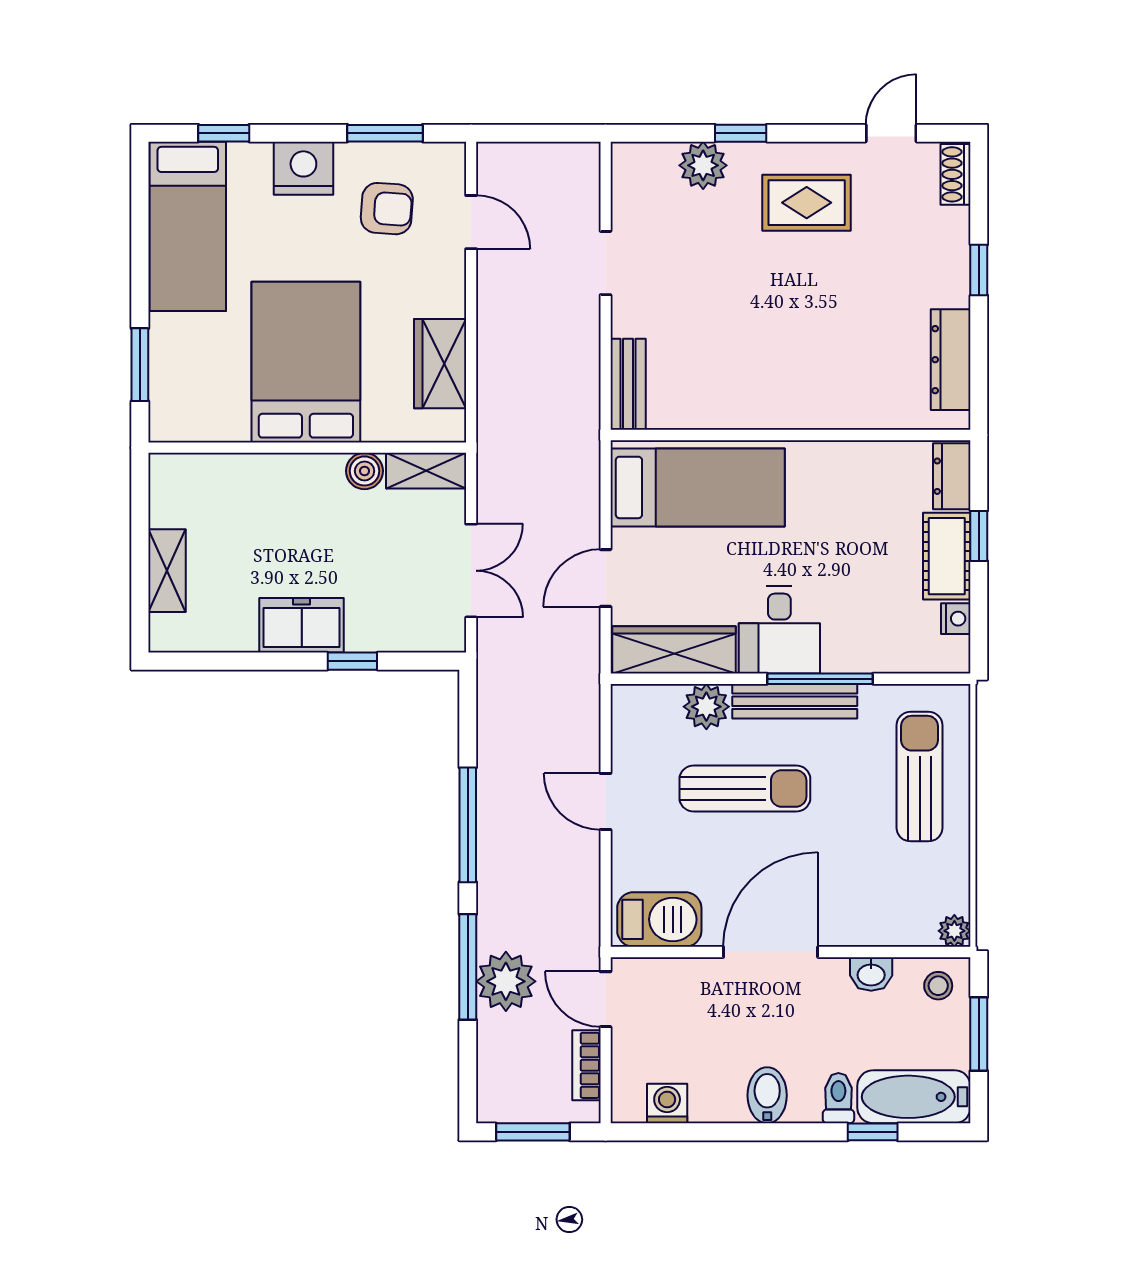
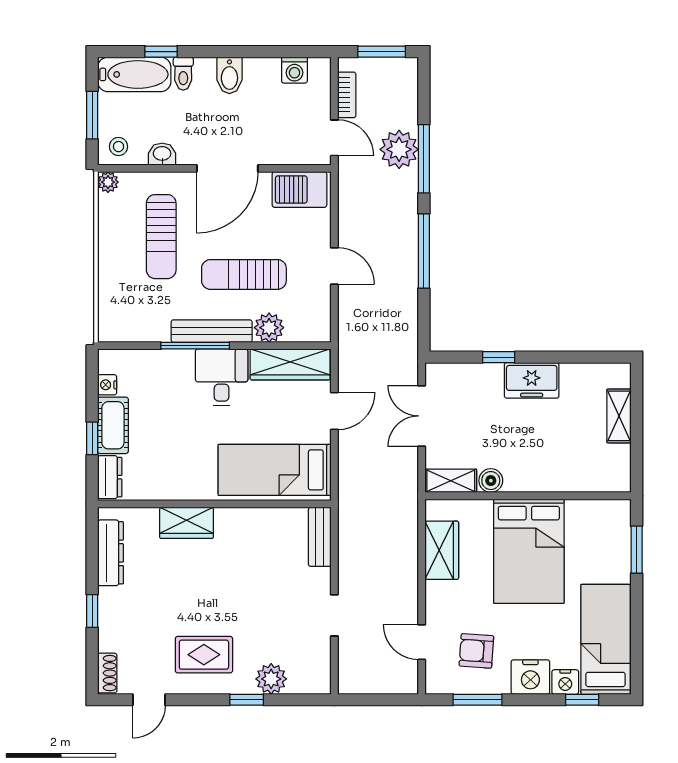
nightstand: (250, 161) -> (565, 682), added
wardrobe: (833, 406) -> (187, 523), added
sun lounger: (920, 777) -> (161, 237), moved

